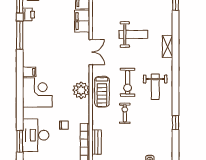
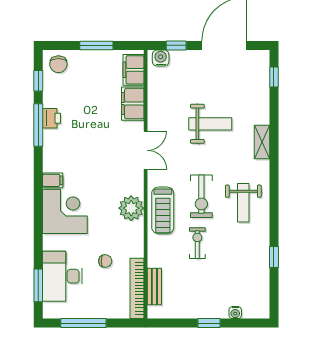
printer: (28, 15) -> (52, 118), moved

